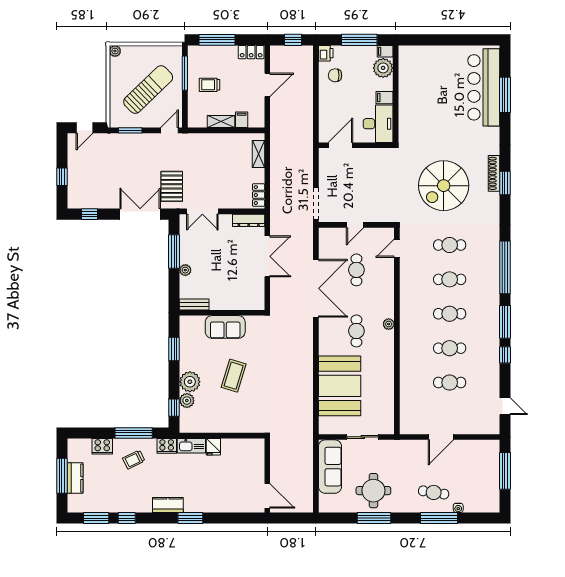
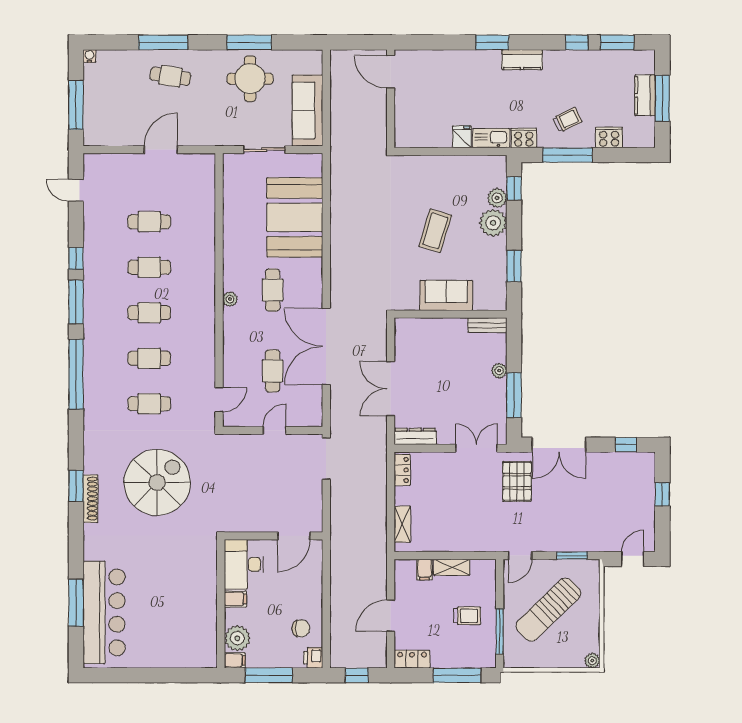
water cooler: (458, 508) -> (89, 56), moved

